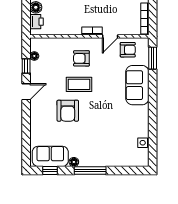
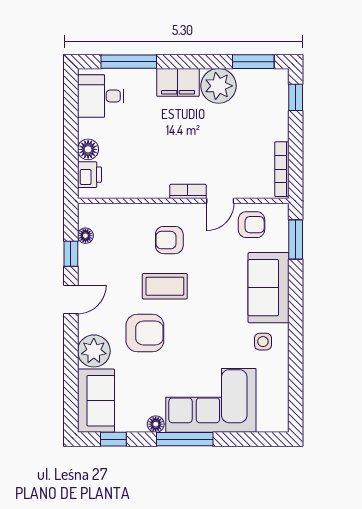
armchair: (68, 111) -> (145, 333), turned -90
plant: (39, 121) -> (94, 351), added
side table: (143, 143) -> (263, 342), moved
corner sofa: (105, 149) -> (211, 400), added
sofa: (50, 156) -> (96, 401), moved, turned 90

